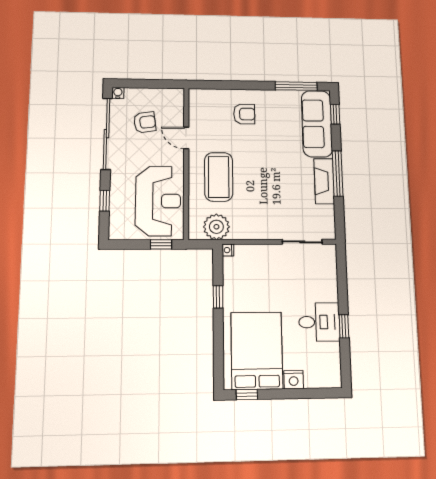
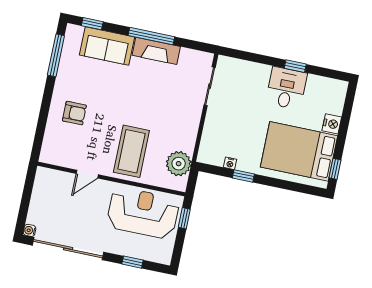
armchair: (244, 114) -> (74, 113), turned 90
armchair: (145, 122) -> (64, 210), removed
sofa: (317, 124) -> (107, 46), width x0.73
coffee table: (219, 177) -> (131, 151), turned 90
nightstand: (228, 250) -> (230, 163), moved

